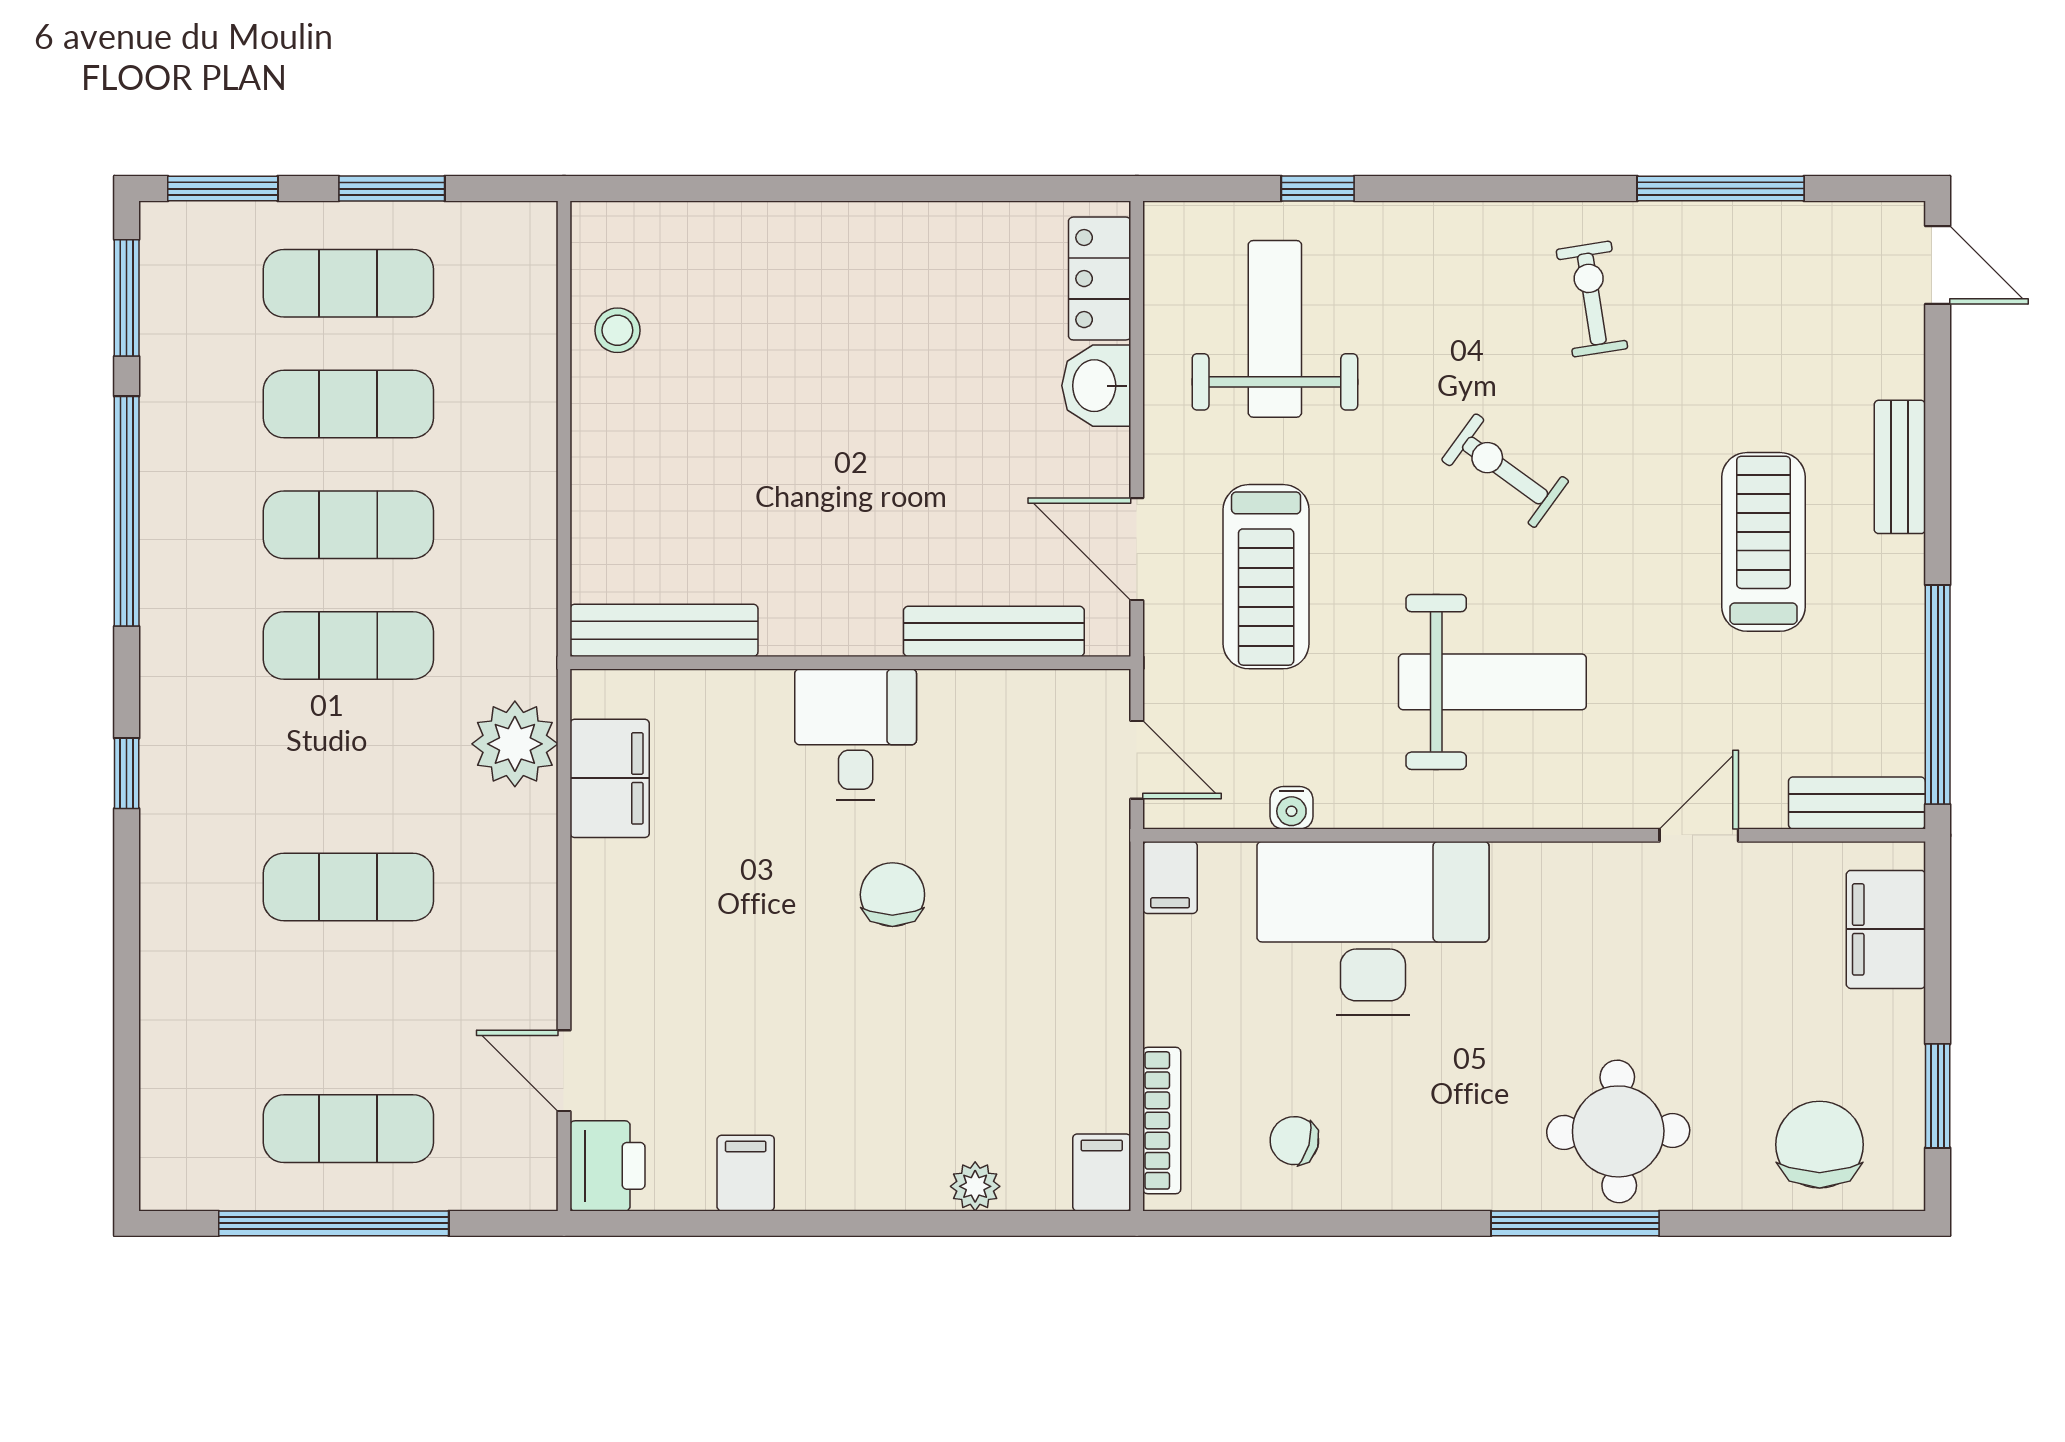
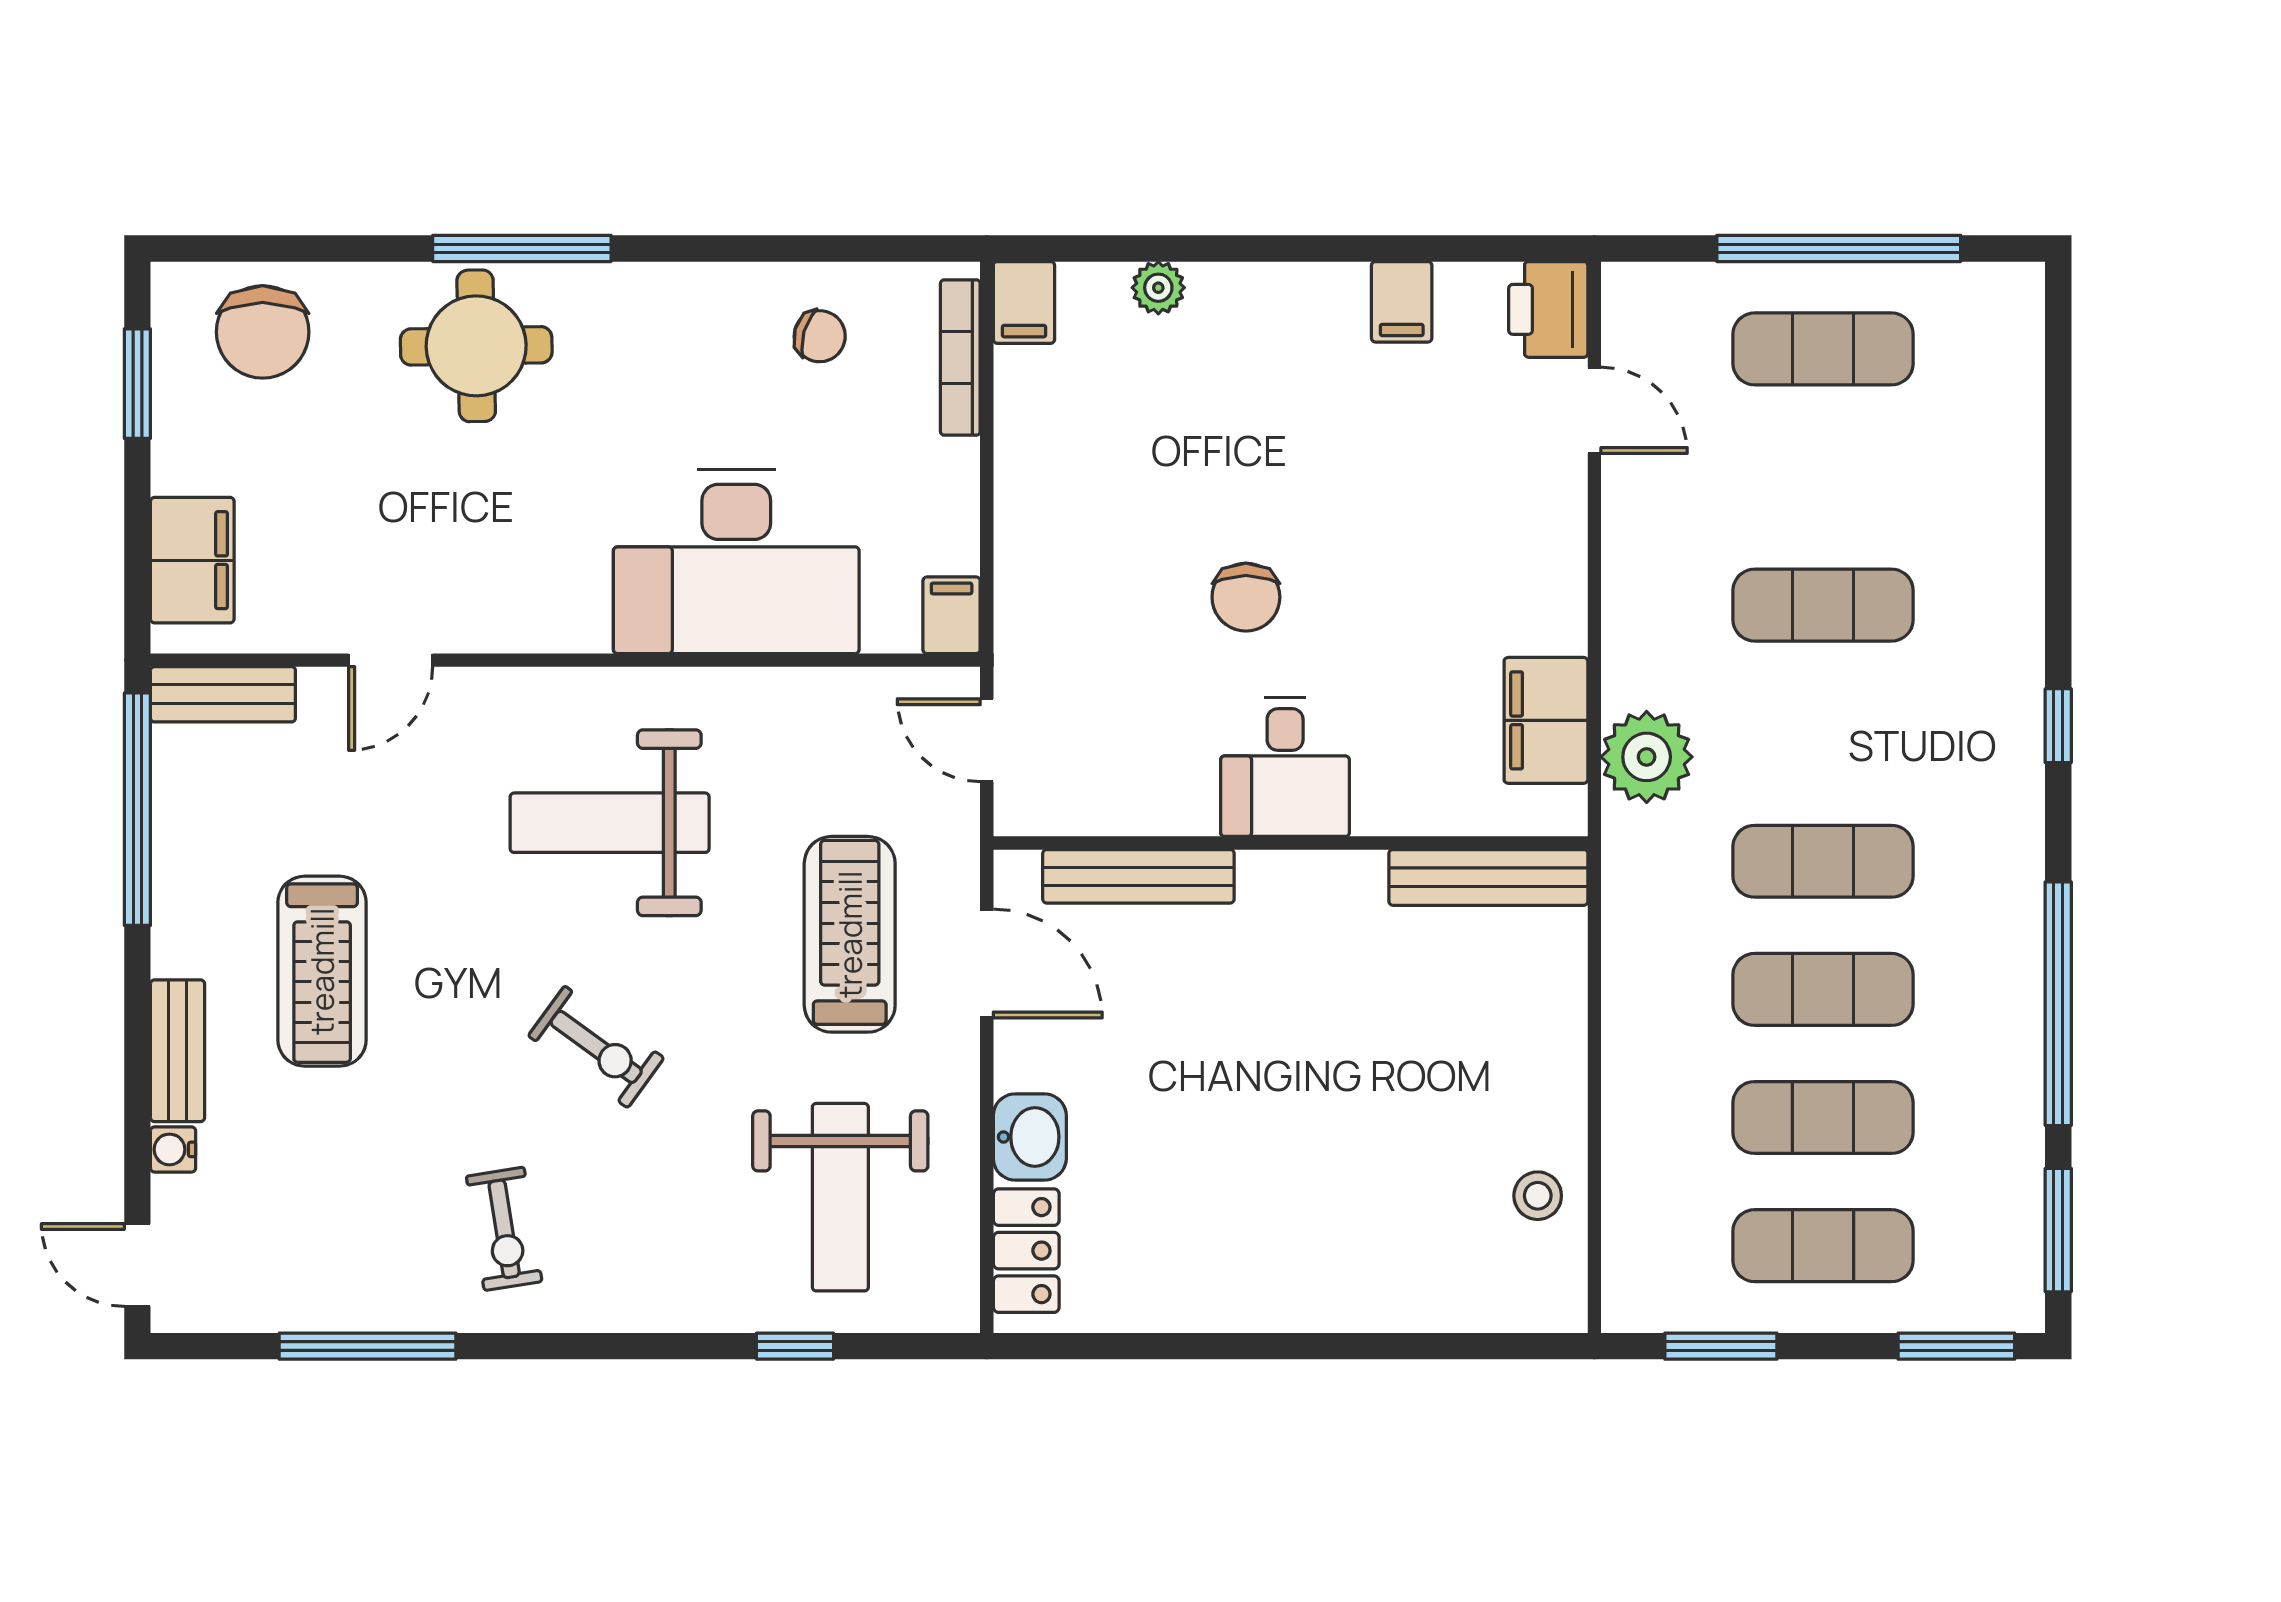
window: (392, 189) -> (1721, 1346), moved
water cooler: (1291, 808) -> (173, 1149), moved, turned -90

